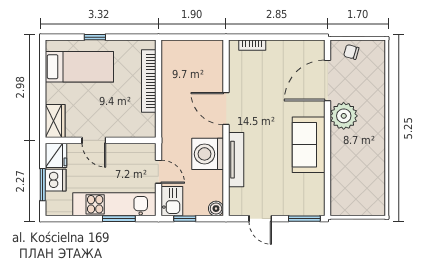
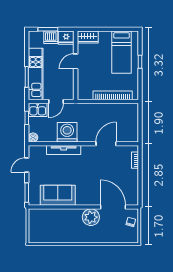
door: (226, 109) -> (106, 144), moved
sofa: (309, 145) -> (58, 195), moved

